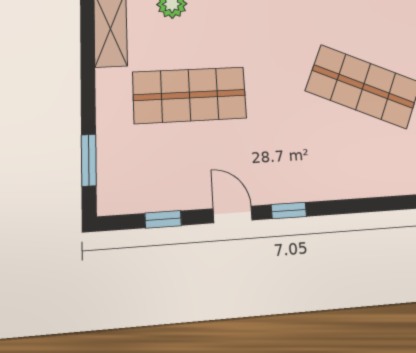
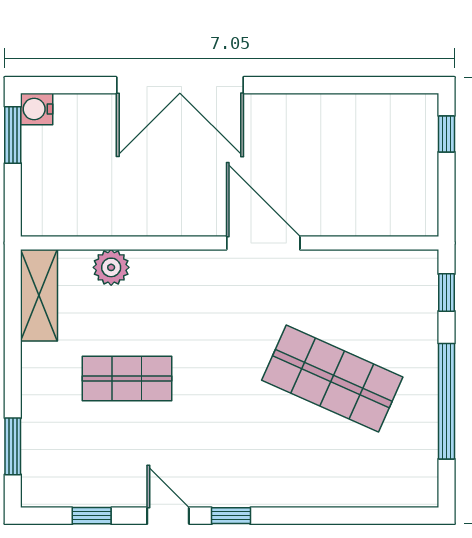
shop shelf: (190, 95) -> (127, 379), width x0.70, depth x0.74

